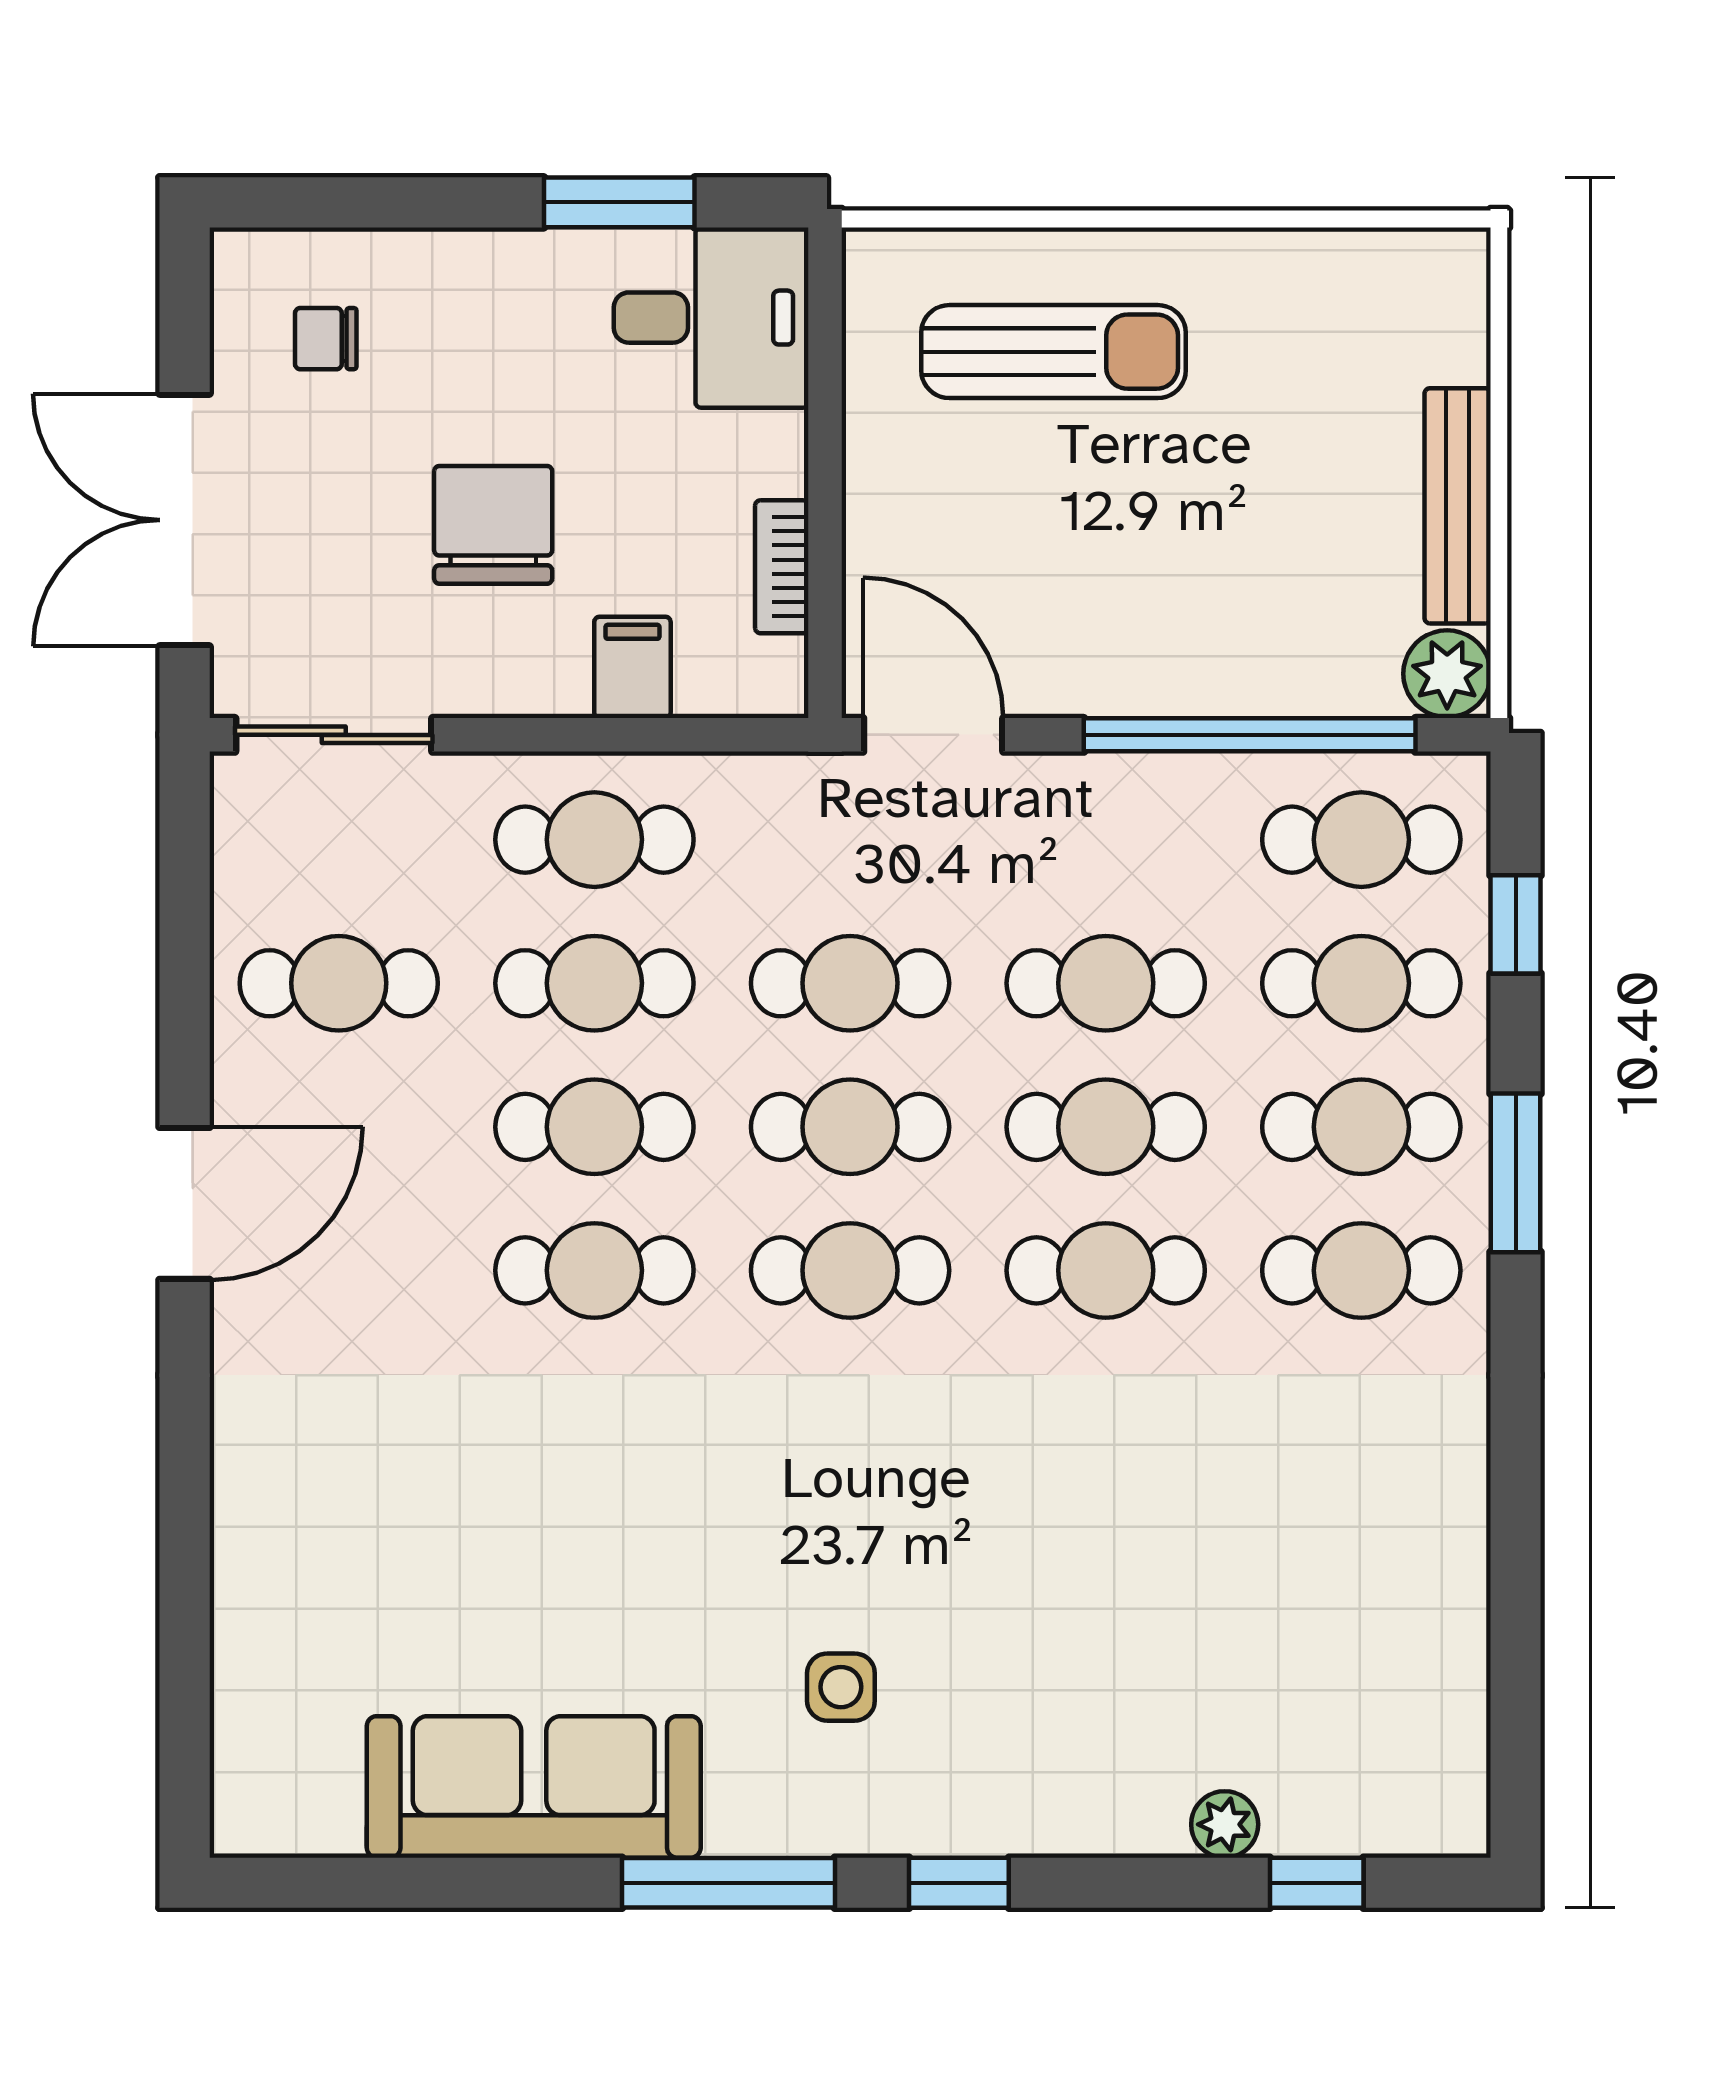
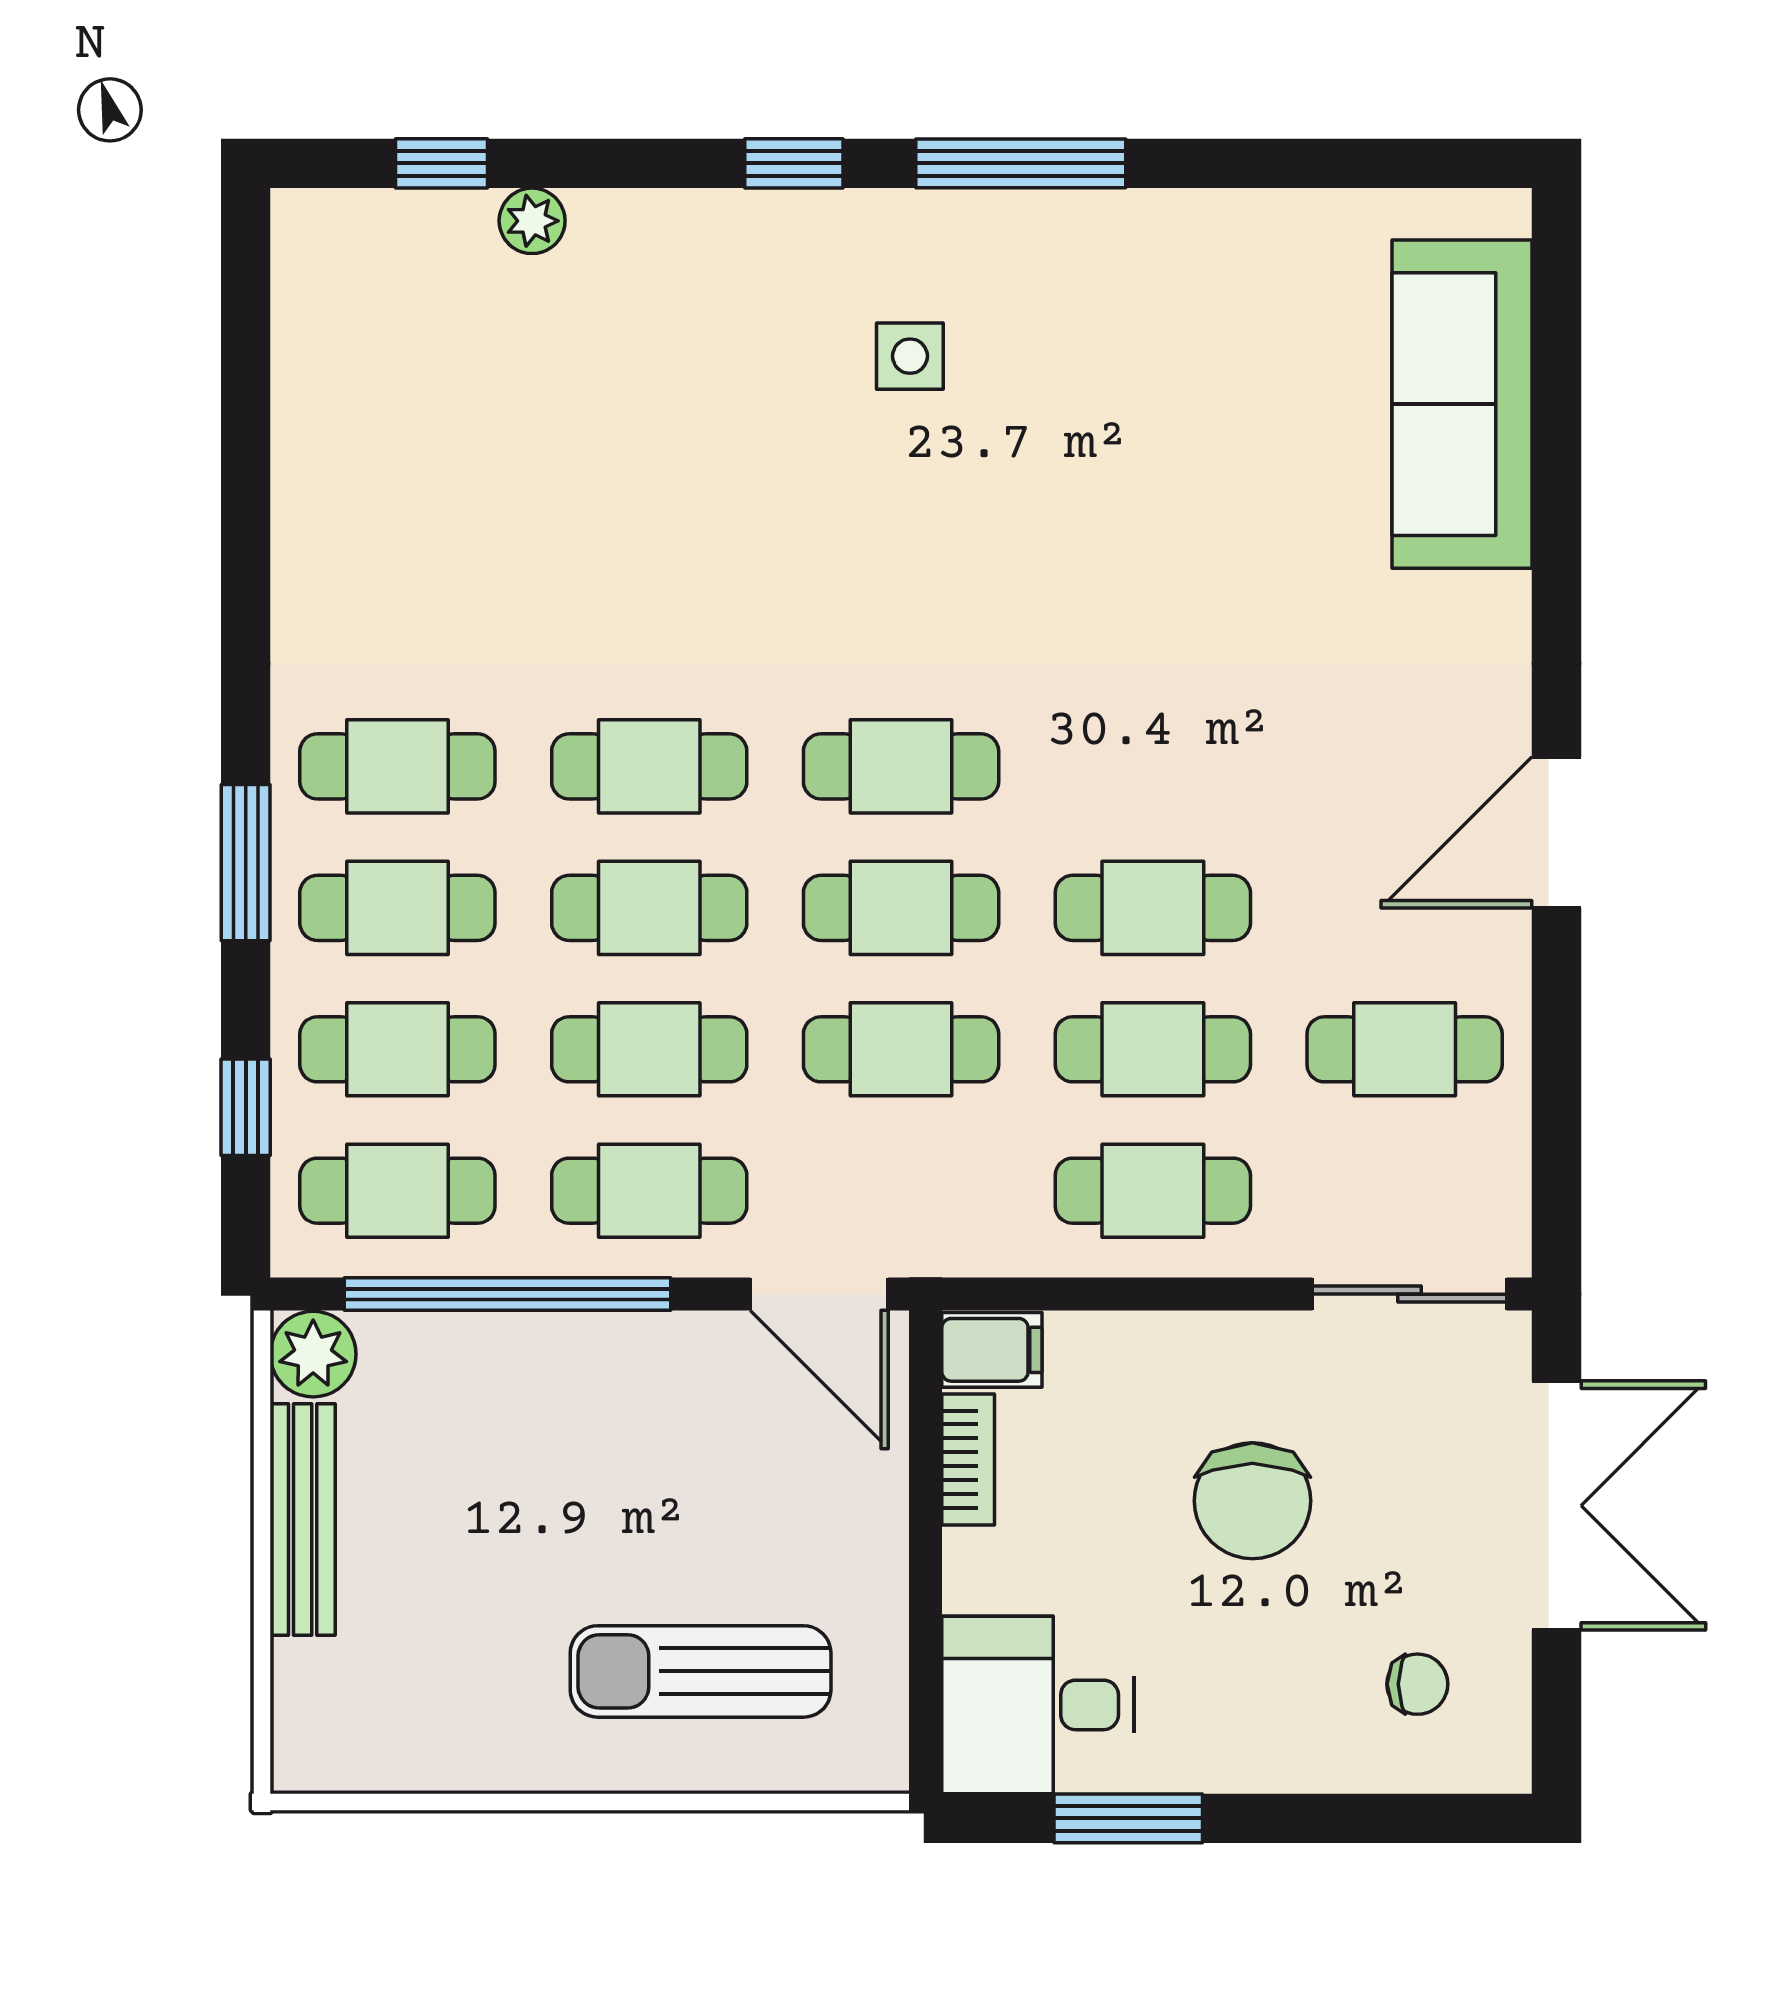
filing cabinet: (632, 667) -> (992, 1350), moved, turned -90
cafe table: (594, 1270) -> (649, 1191), moved
sofa: (534, 1787) -> (1462, 404), moved, turned 90

